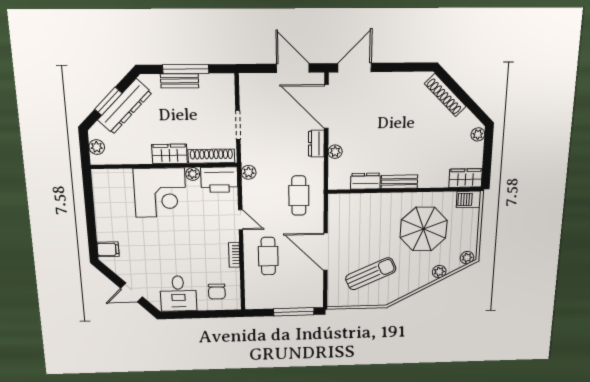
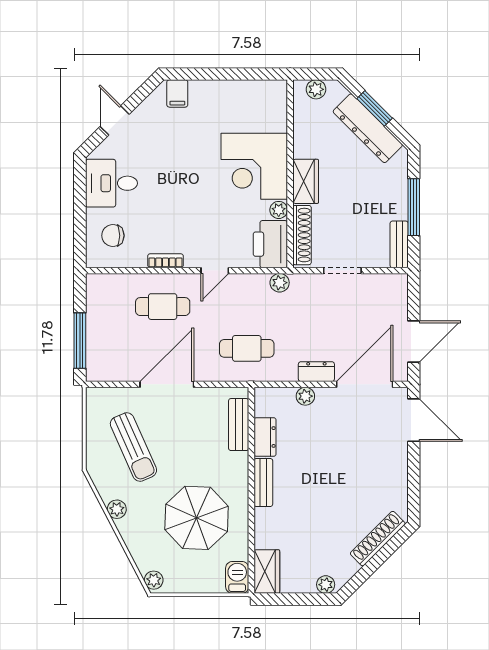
bench: (180, 81) -> (399, 244), moved
bench: (356, 200) -> (239, 425), added
plant: (439, 272) -> (117, 509), moved

